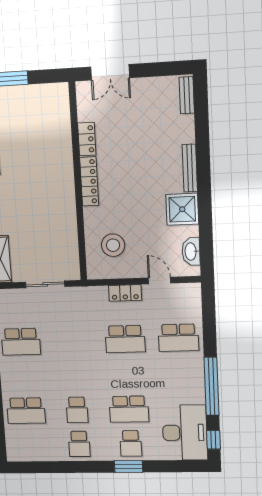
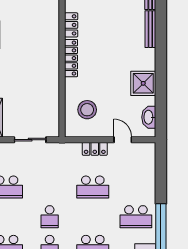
bench: (190, 168) -> (150, 29), moved
school desk: (178, 338) -> (136, 217), moved
school desk: (75, 375) -> (50, 217), added

